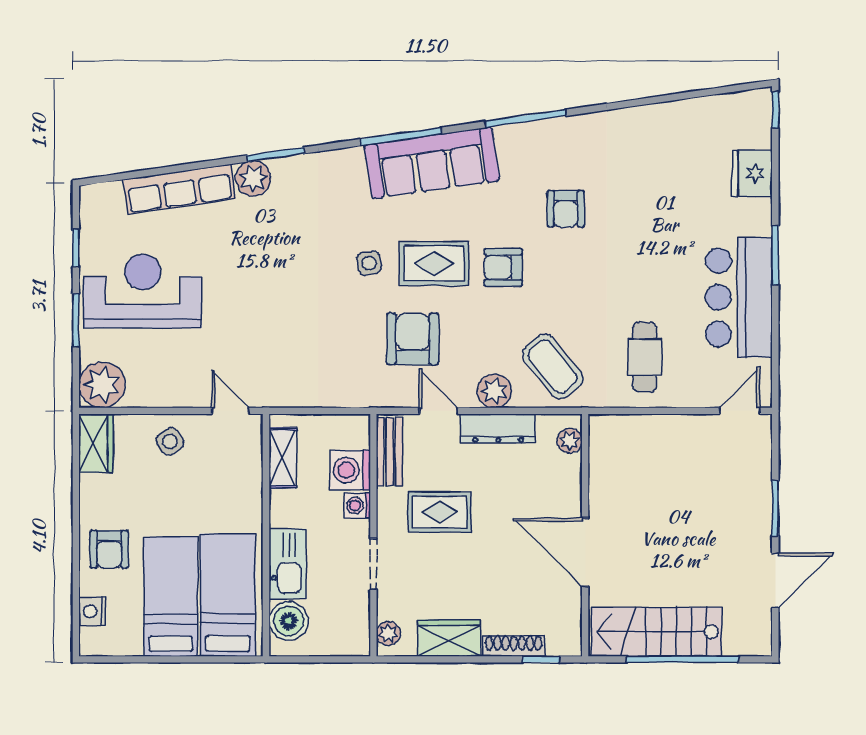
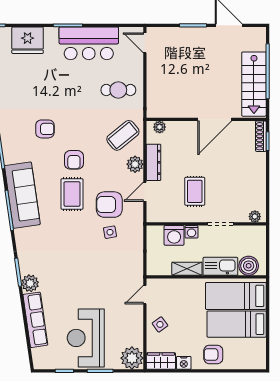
fridge: (752, 173) -> (28, 40), width x1.36, depth x1.34
side table: (369, 263) -> (110, 232), moved
bench: (390, 452) -> (165, 216), removed
shelving: (283, 458) -> (187, 269), moved
armchair: (109, 549) -> (213, 354), turned 180
nightstand: (92, 611) -> (184, 363), moved
wardrobe: (449, 638) -> (257, 187), removed
shoe rack: (514, 646) -> (261, 136), moved

